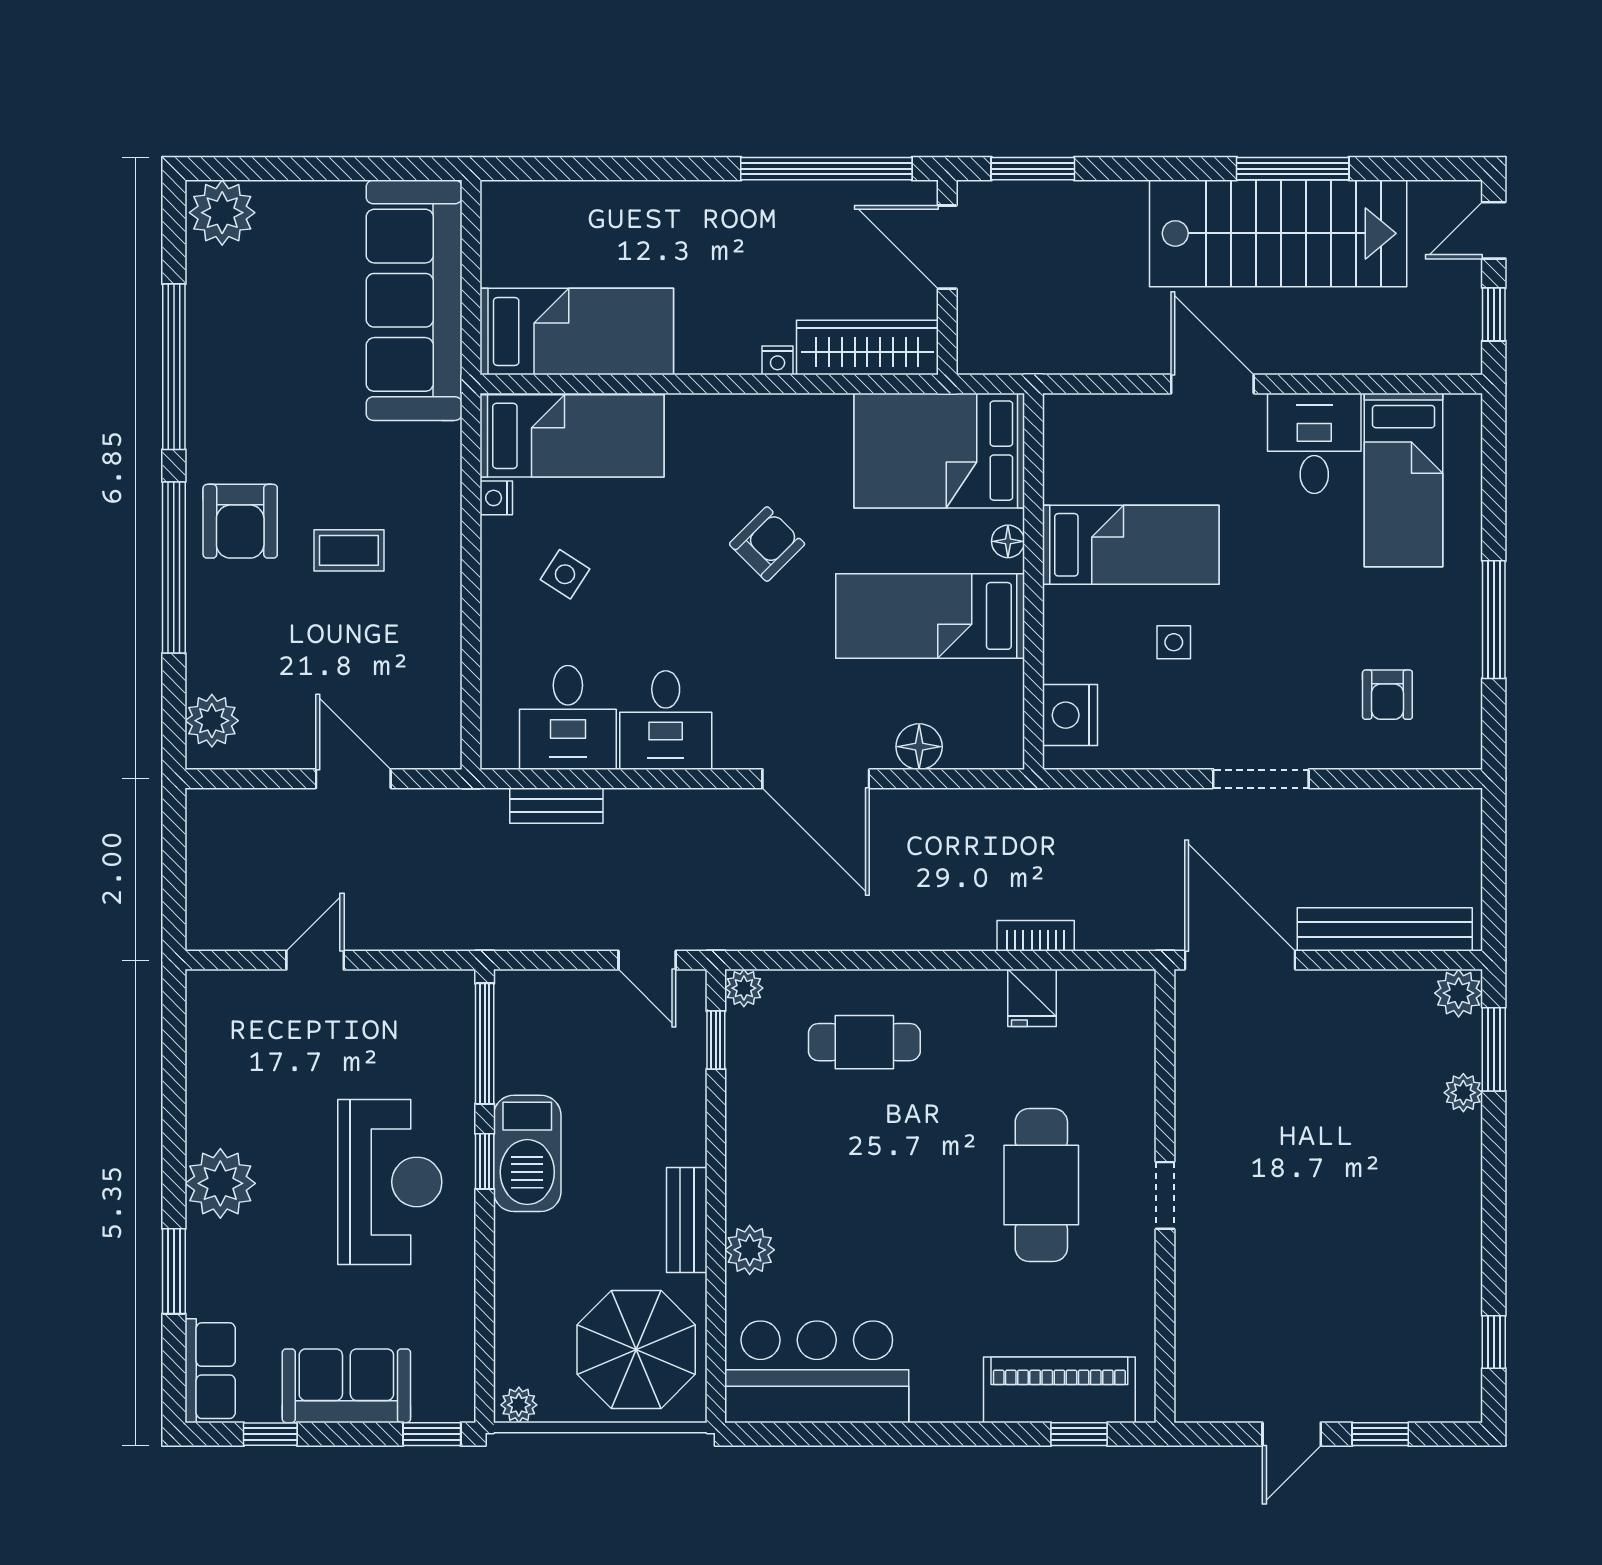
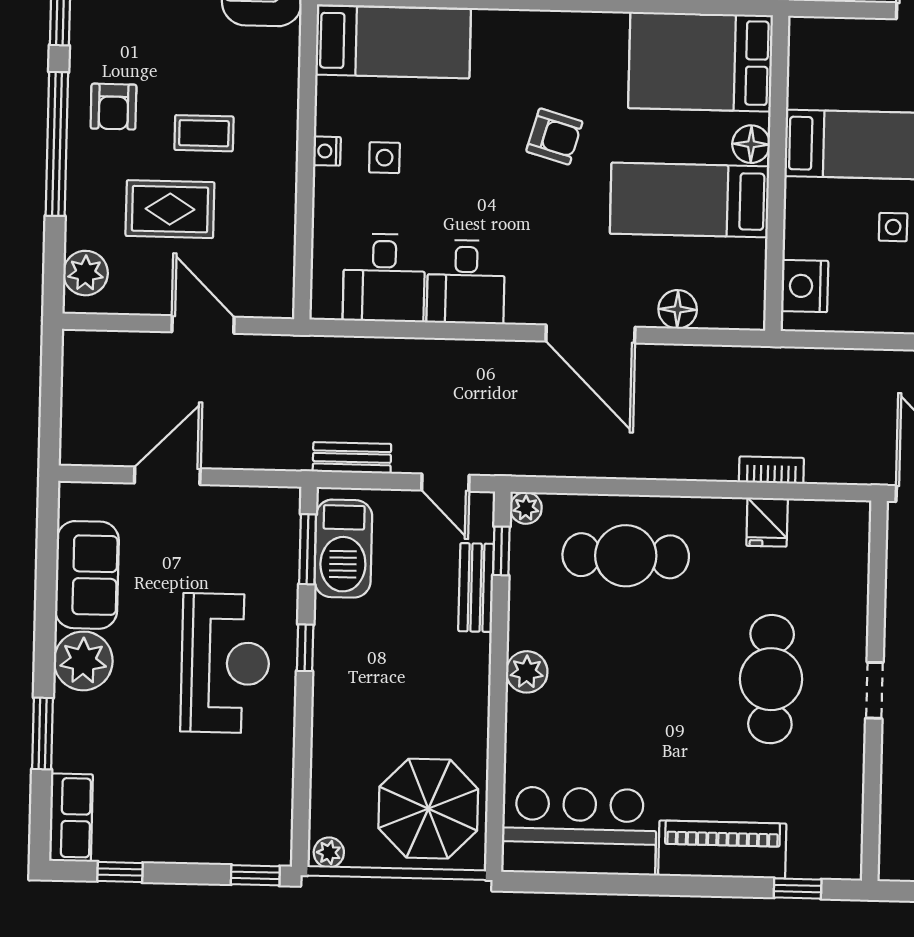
nightstand: (496, 498) -> (327, 151), moved
armchair: (240, 521) -> (113, 107), width x0.72, depth x0.72
floor lamp: (1008, 541) -> (751, 144), width x1.37, depth x1.37
armchair: (767, 544) -> (554, 136), turned 61
side table: (565, 574) -> (384, 158), turned -33
rug: (311, 642) -> (170, 209), added
bench: (556, 806) -> (352, 458), moved
door: (315, 960) -> (167, 476), width x1.38
cafe table: (864, 1042) -> (626, 556), width x1.37, depth x1.35
window: (485, 1044) -> (308, 549), width x0.69
barbecue: (527, 1153) -> (343, 549), moved
bench: (687, 1220) -> (476, 588), moved
plant: (750, 1250) -> (527, 672), moved
sofa: (346, 1386) -> (87, 575), moved, turned 90
piano: (1059, 1390) -> (722, 850), moved

